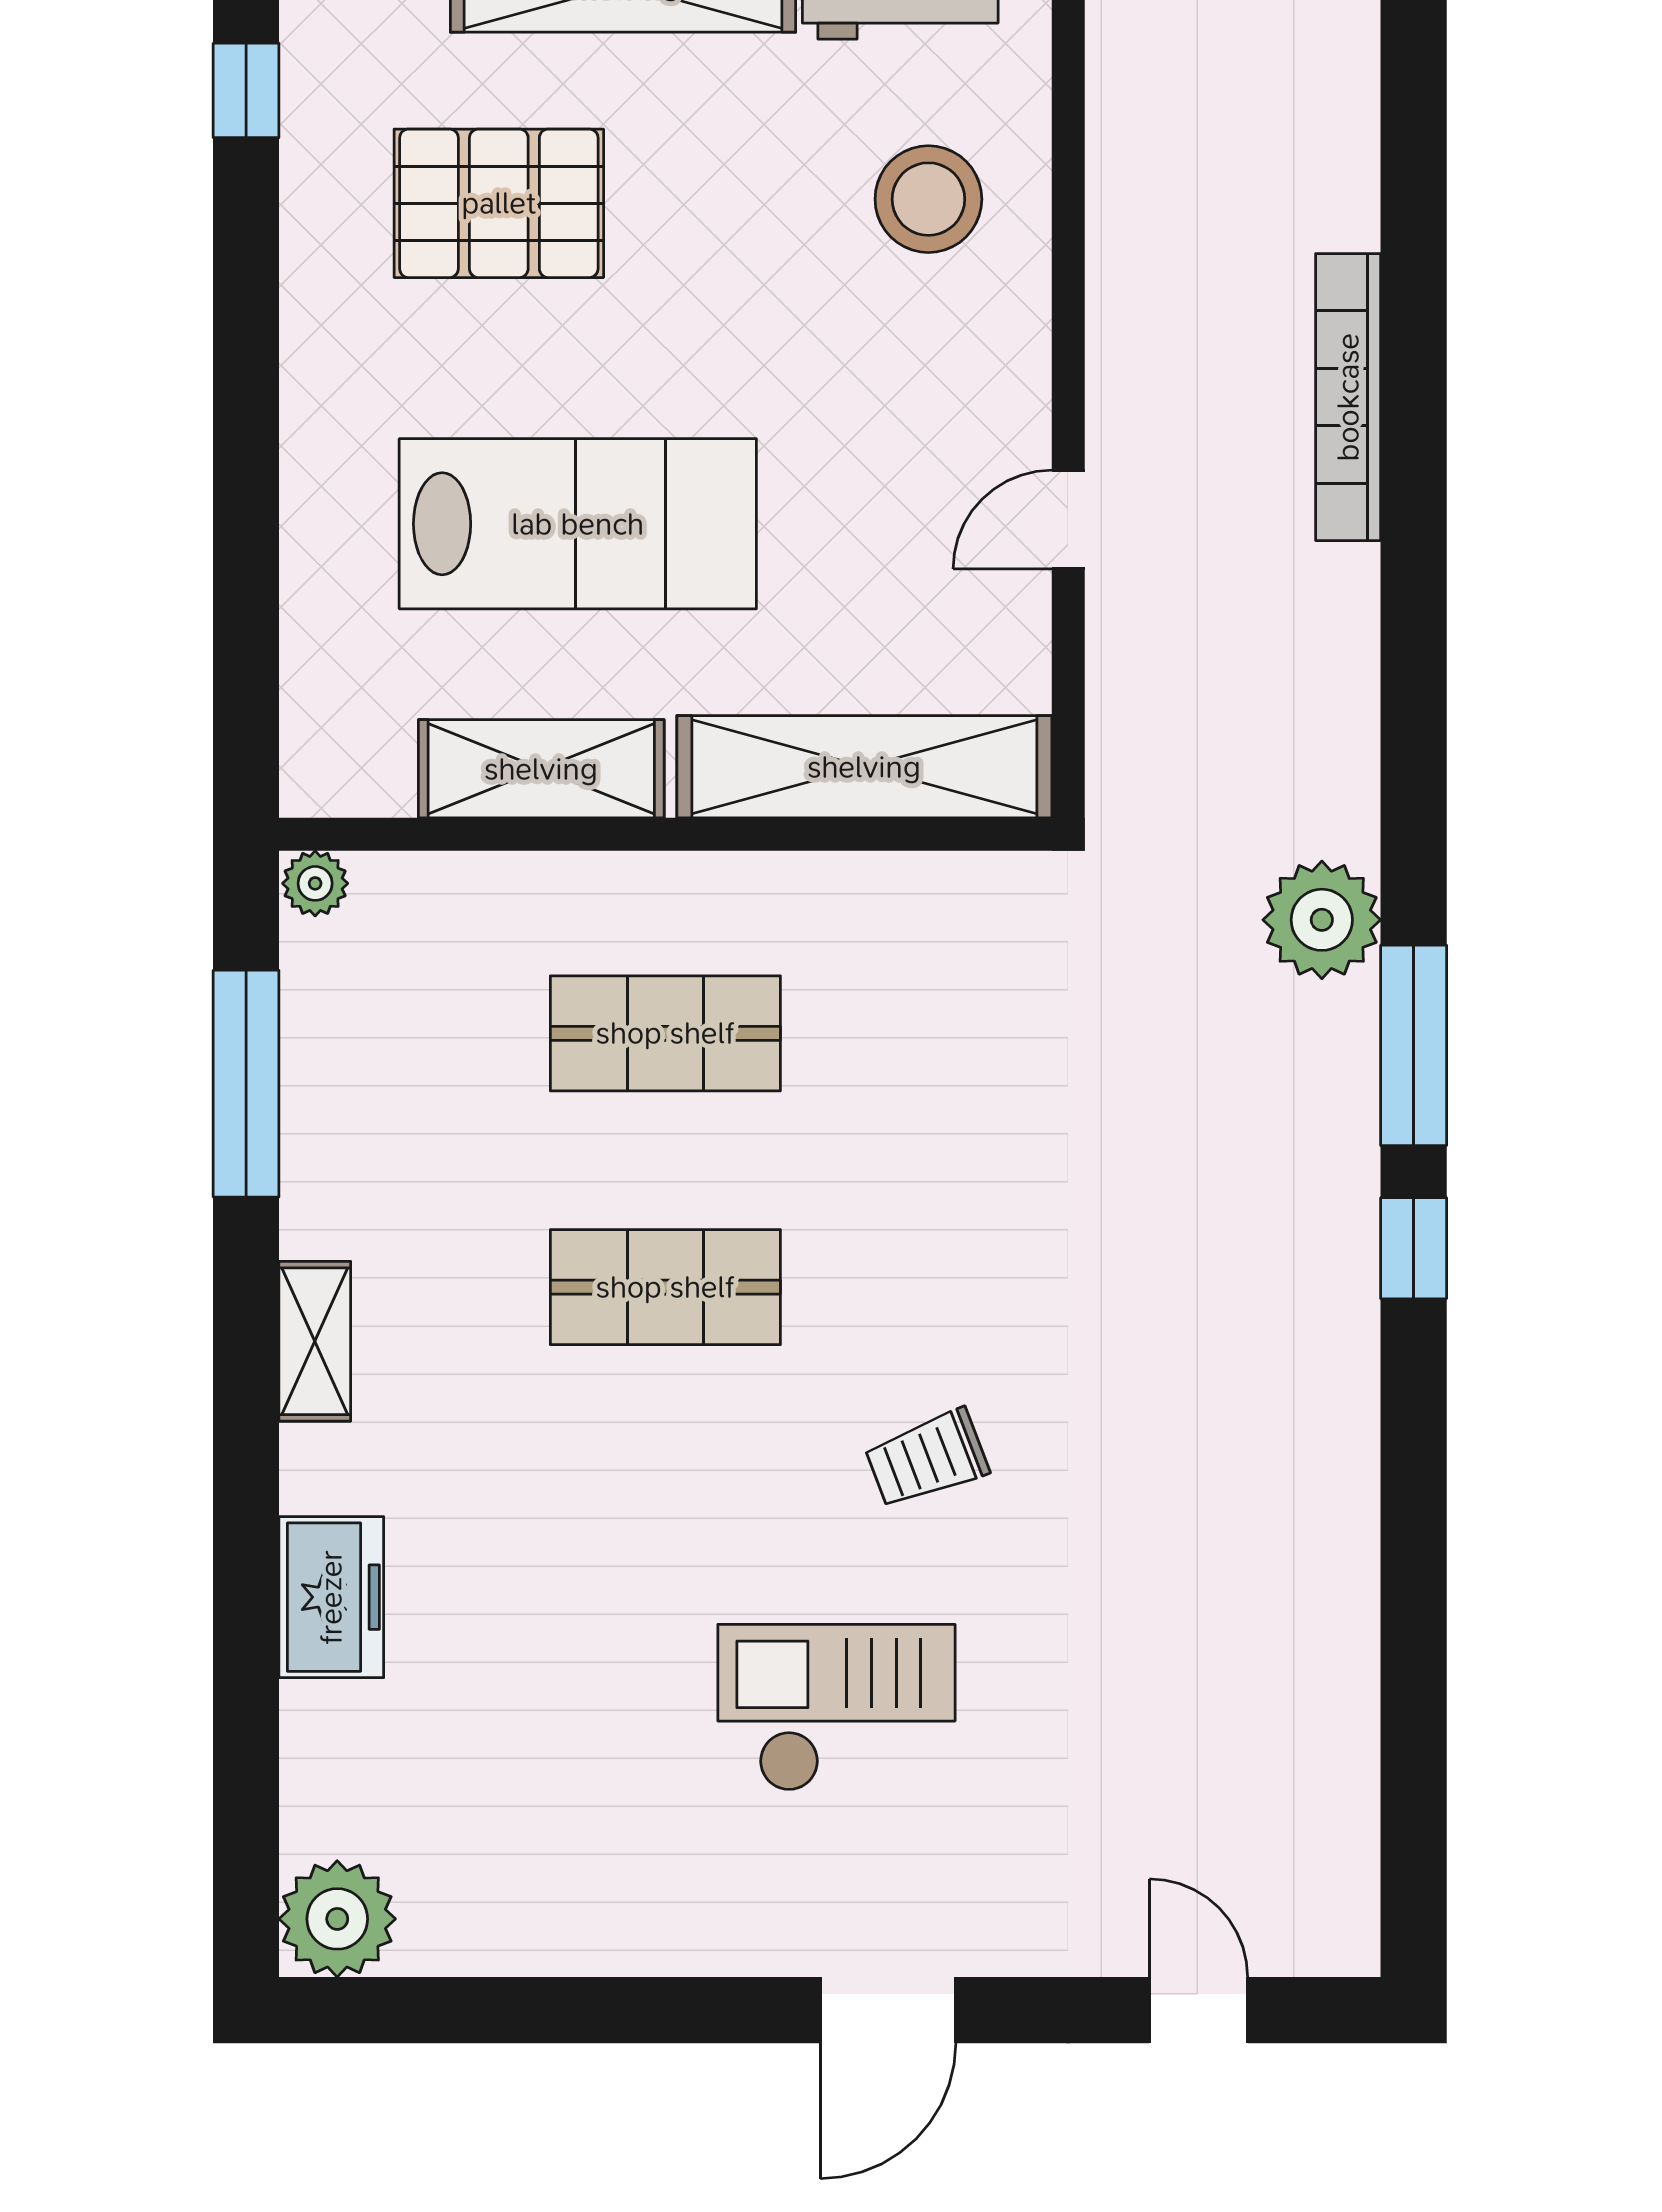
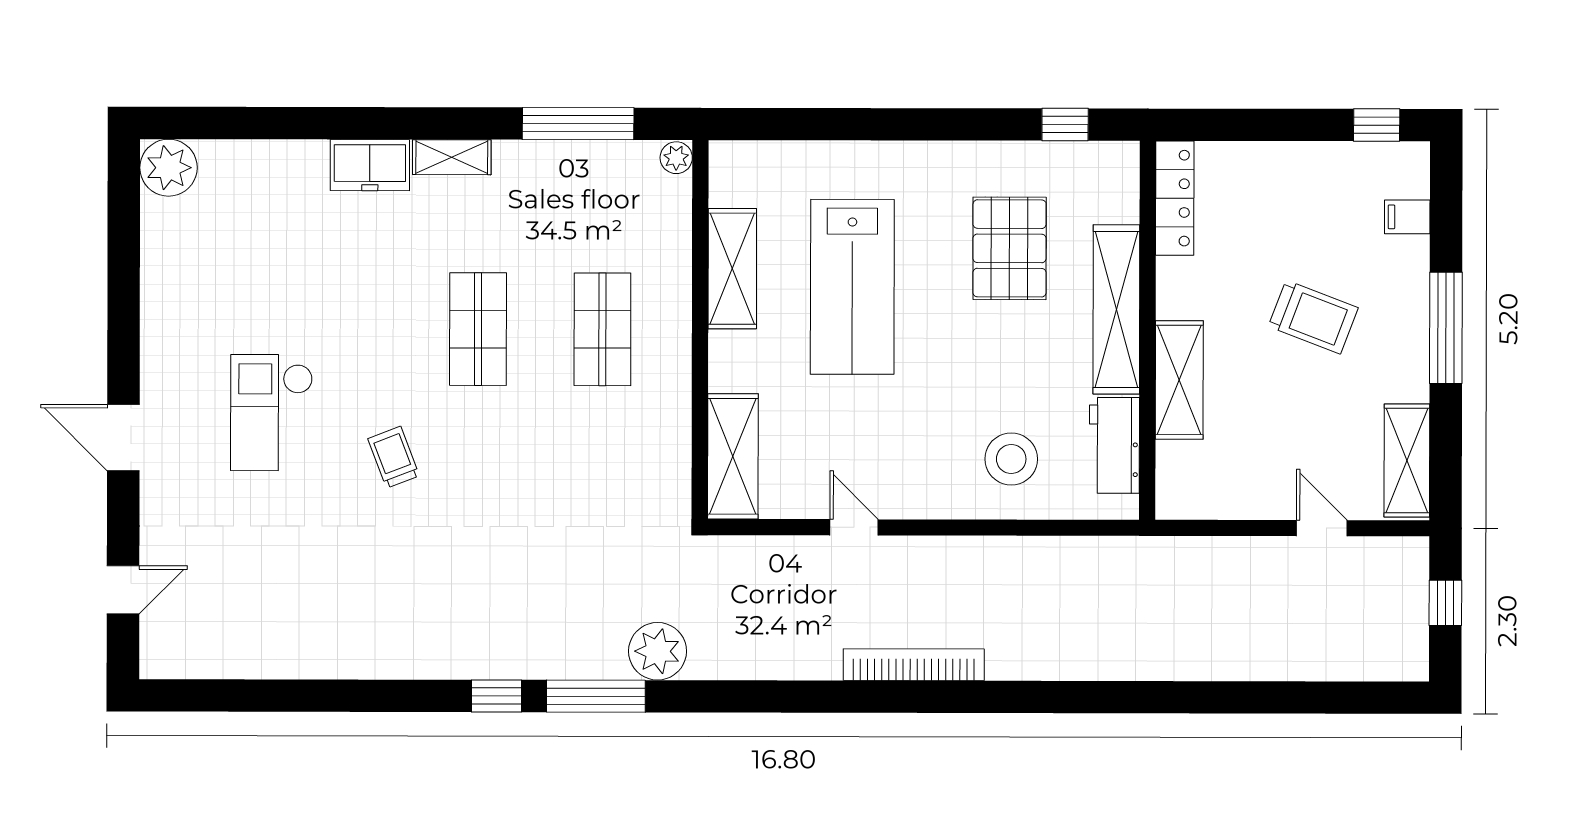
shelving: (864, 767) -> (733, 456), width x0.68
freezer: (331, 1597) -> (370, 165), moved
checkout: (836, 1708) -> (272, 413), turned 180

